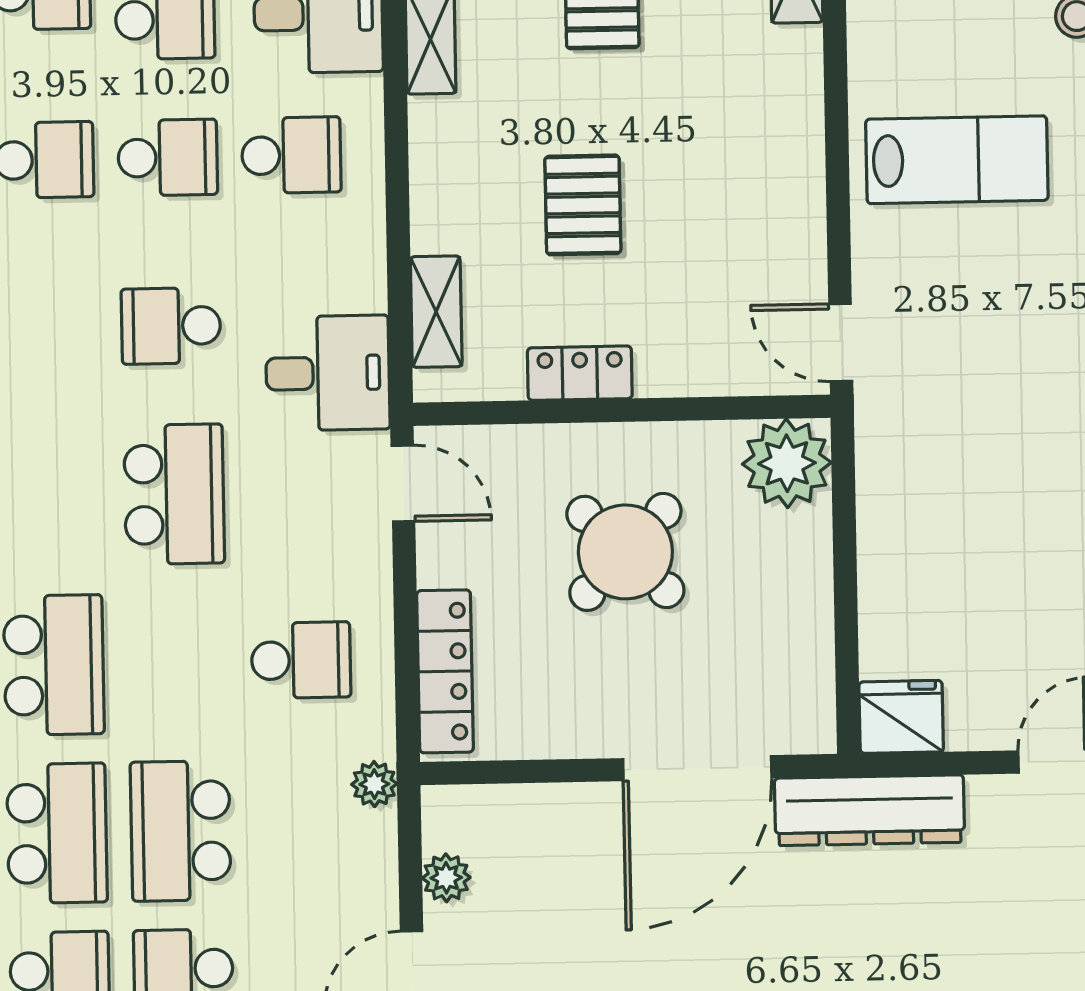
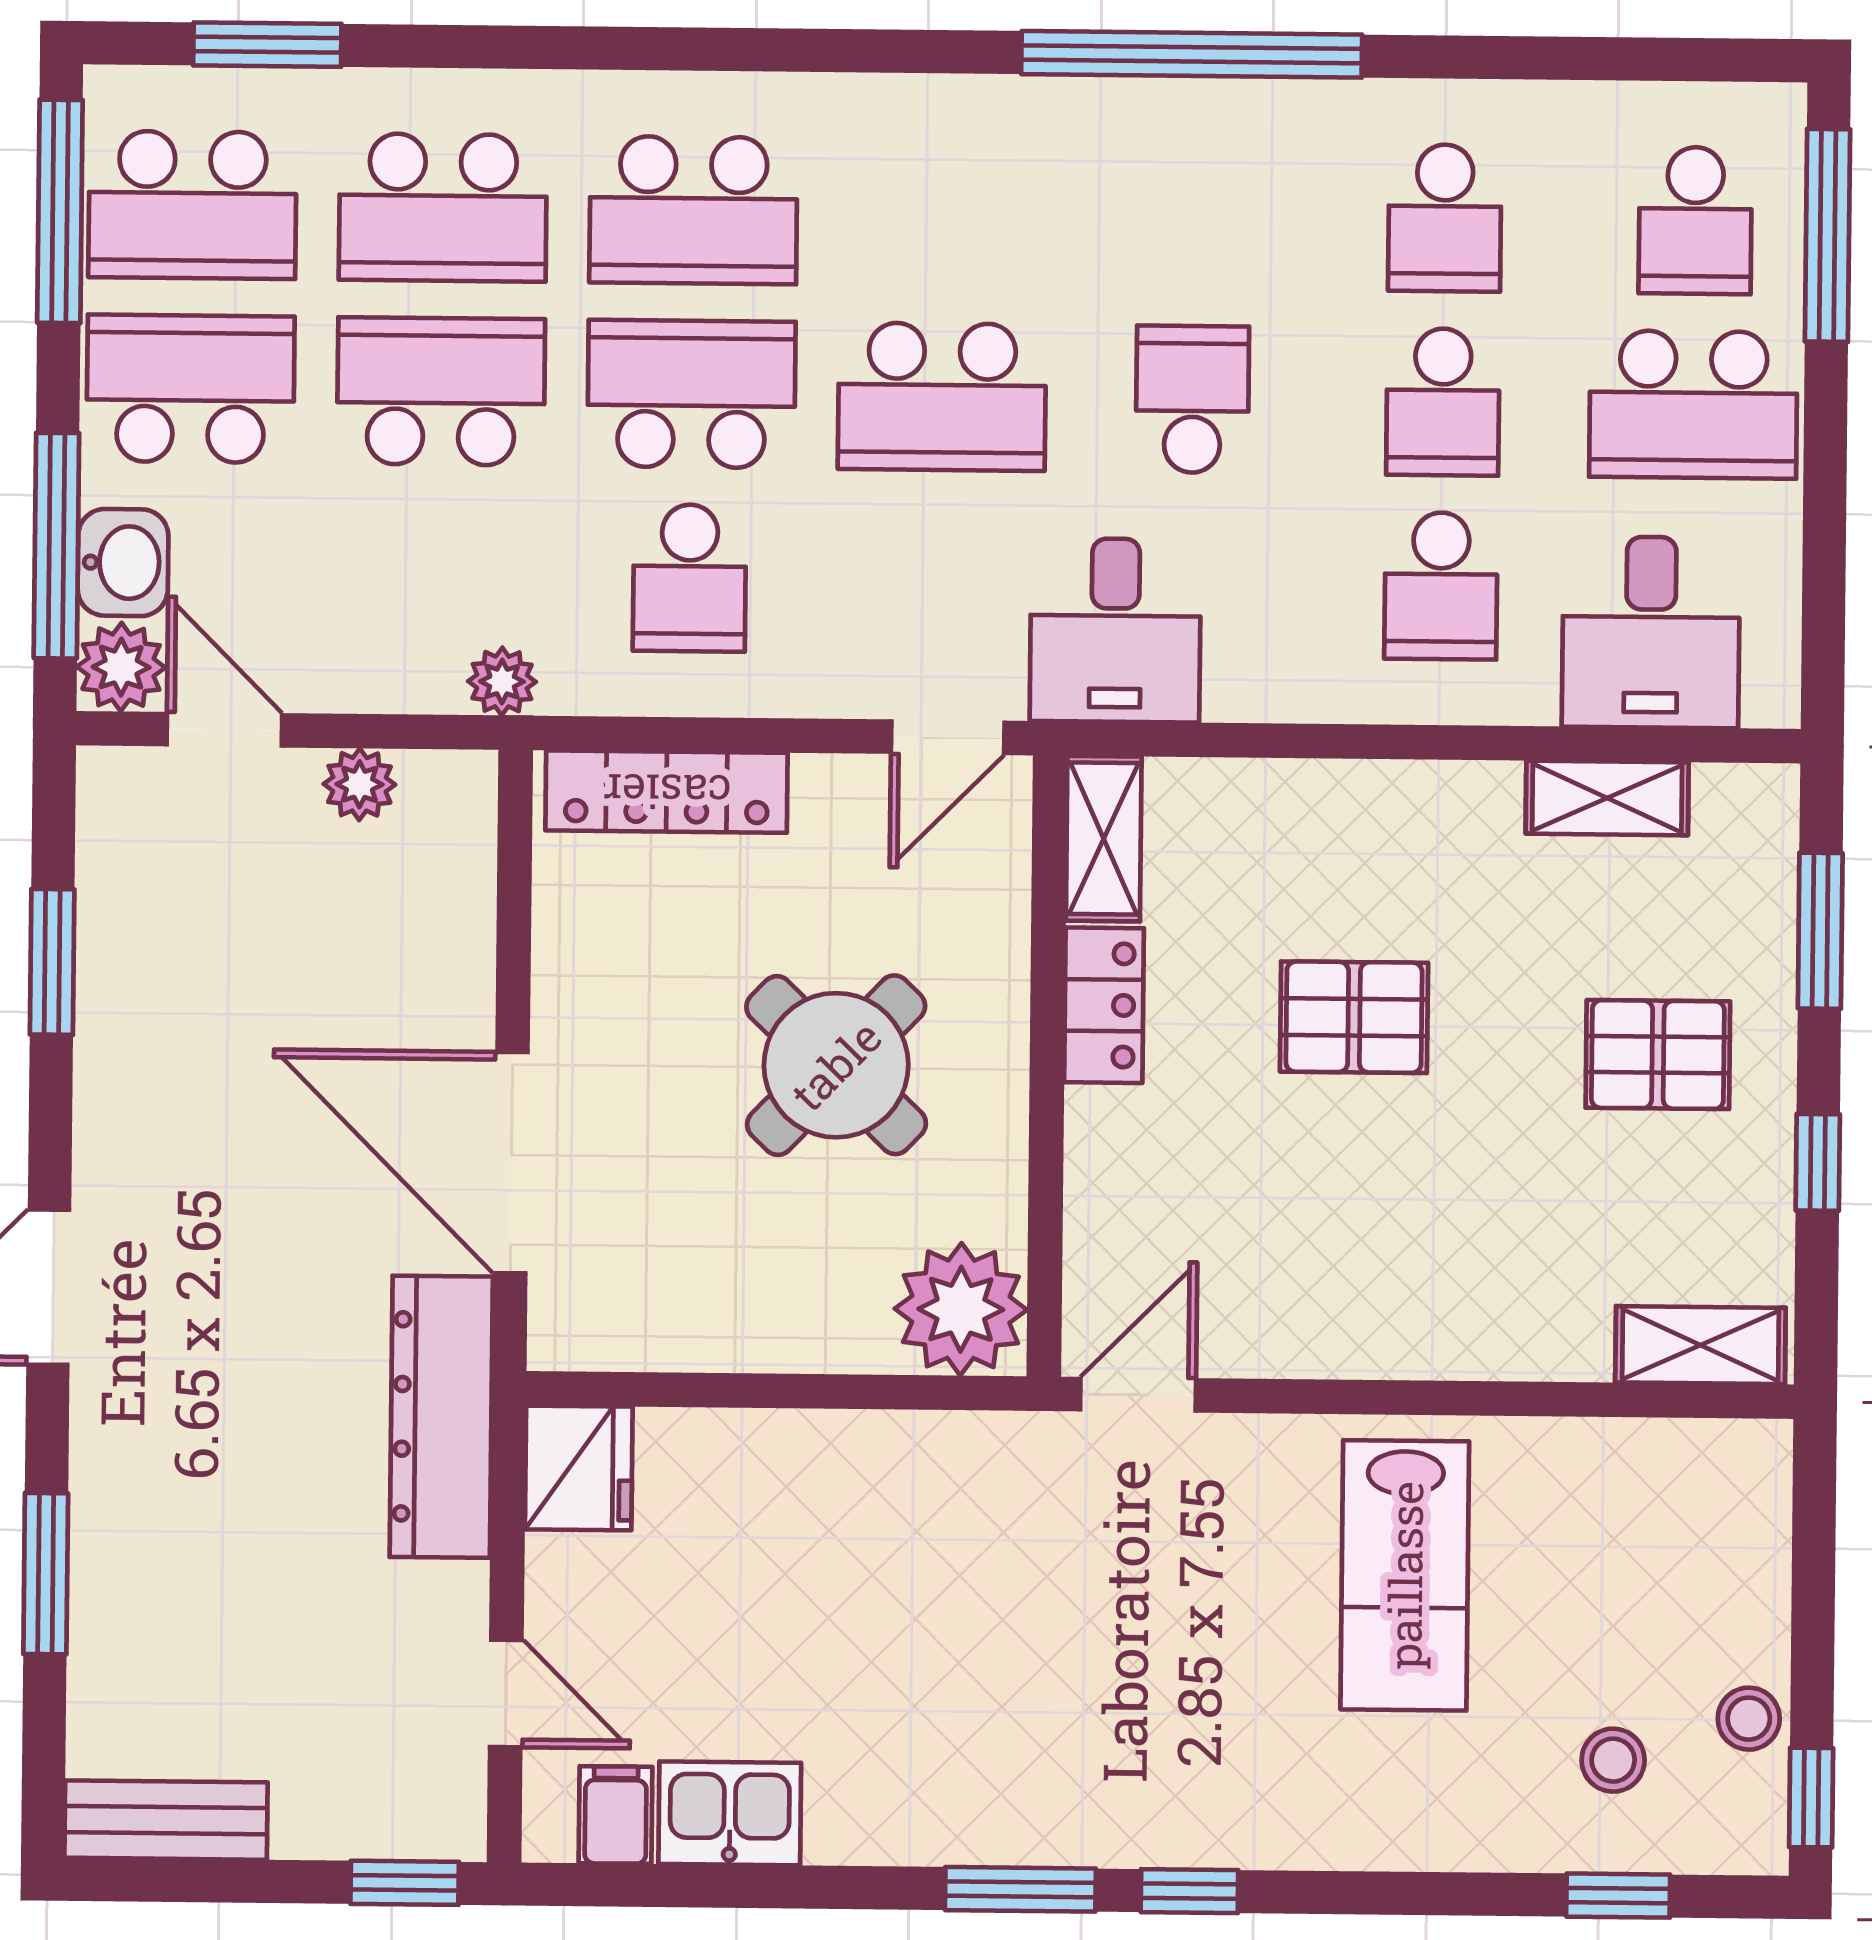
shelving: (436, 312) -> (1104, 839), moved, turned 90
school desk: (177, 663) -> (691, 394), added

